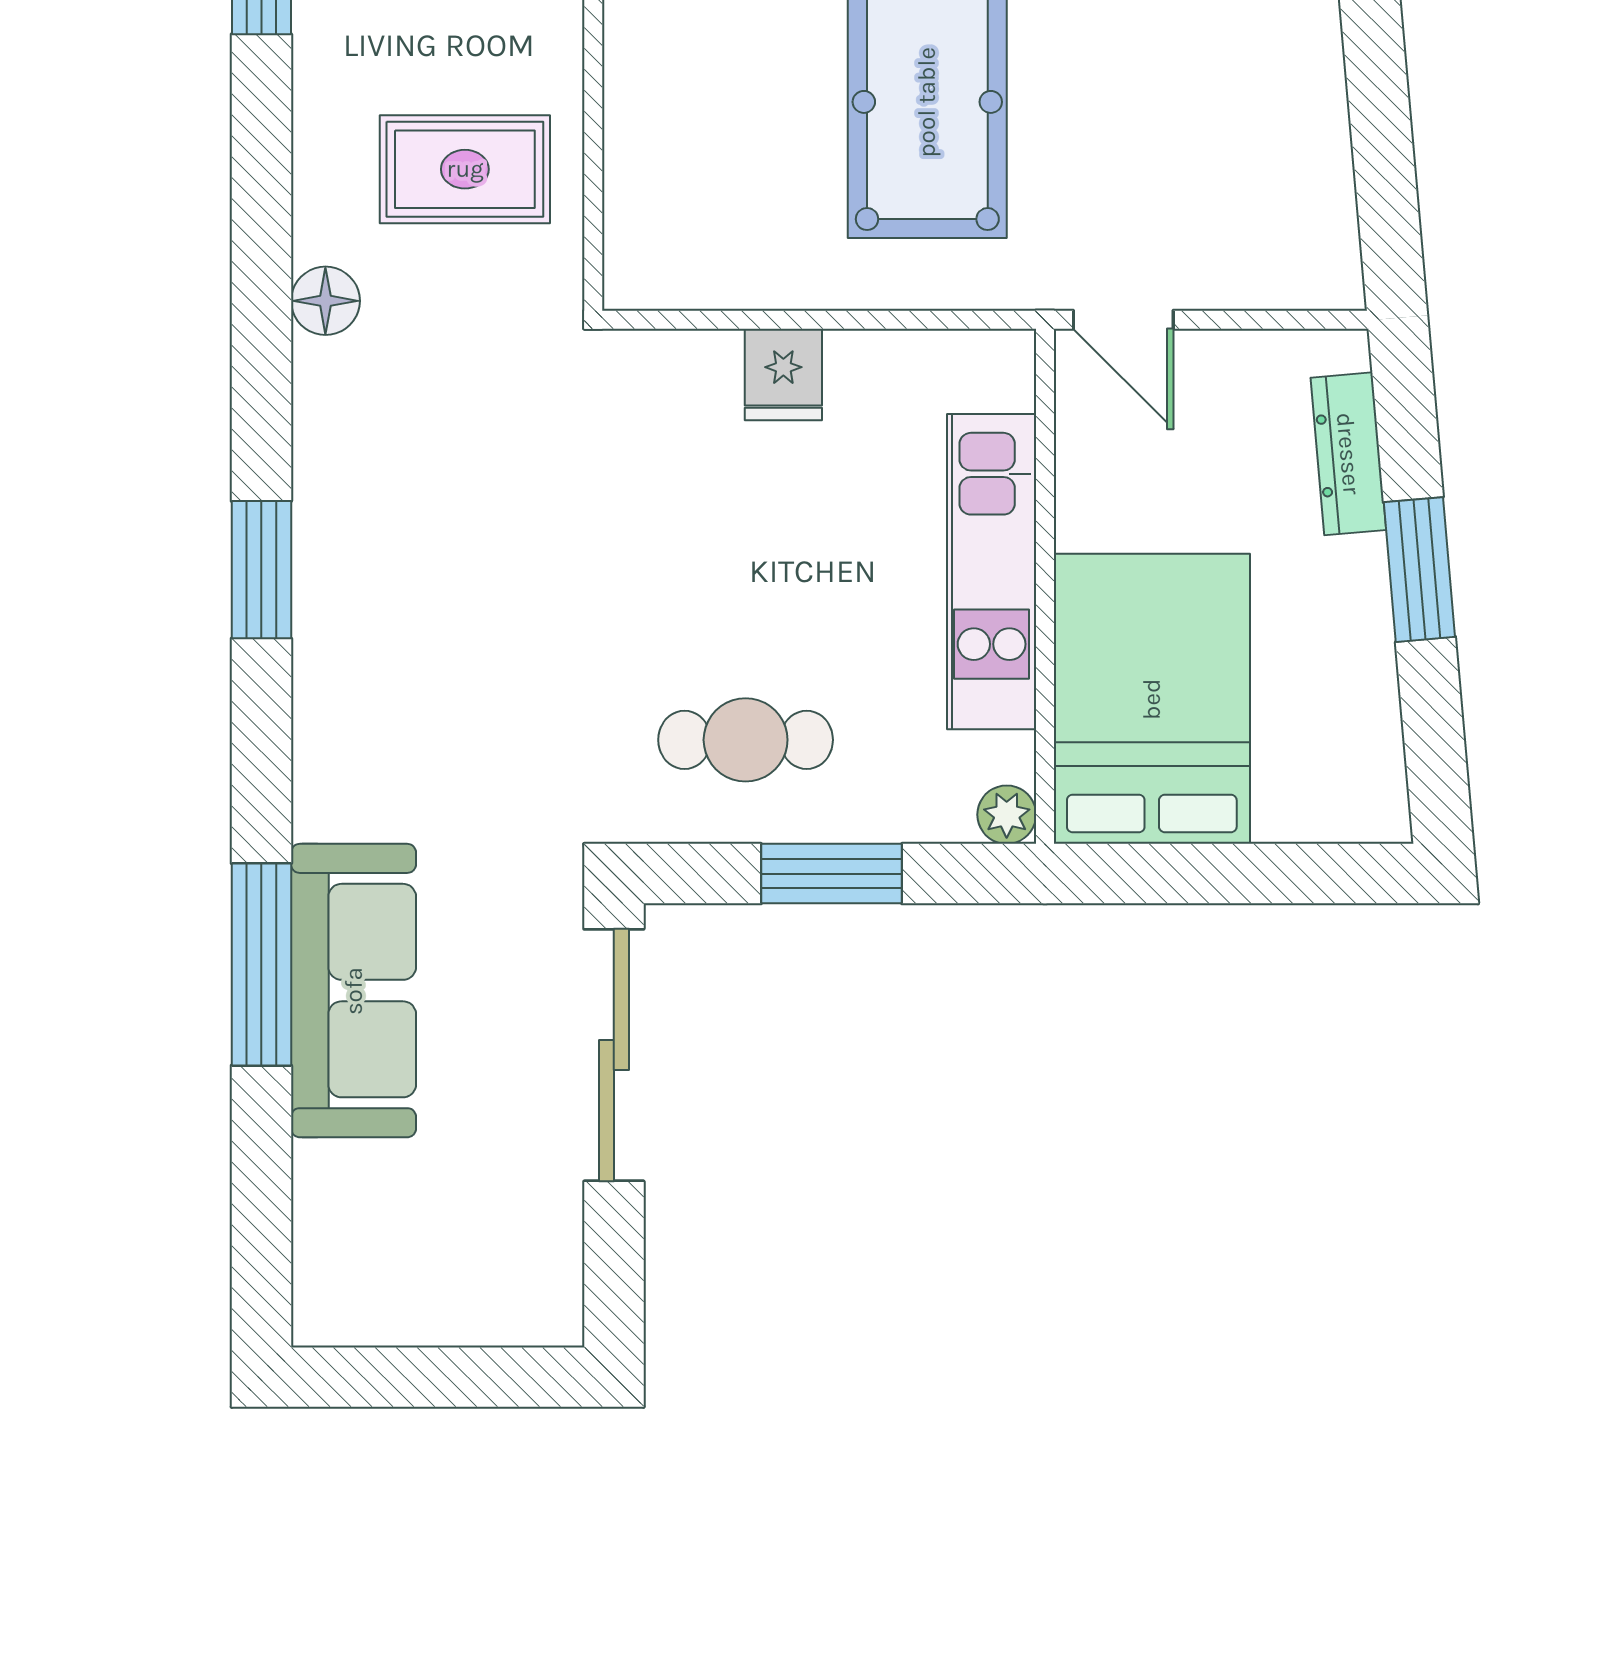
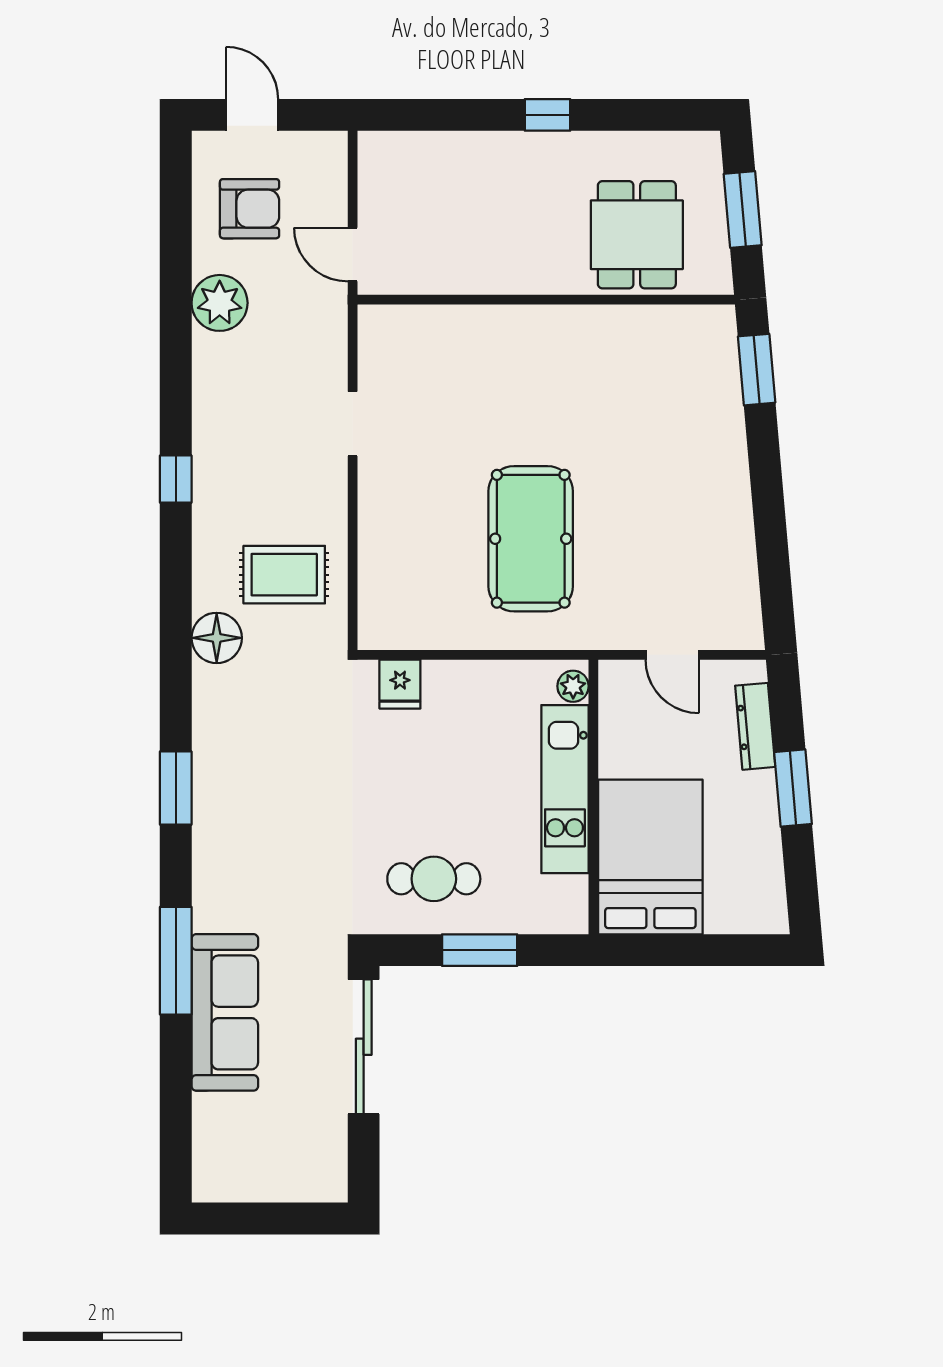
floor lamp: (325, 301) -> (217, 638), width x1.38, depth x1.38
door: (1123, 320) -> (672, 655), moved
fridge: (783, 375) -> (400, 684), moved
plant: (1007, 815) -> (573, 686), moved
window: (261, 964) -> (176, 961), moved

